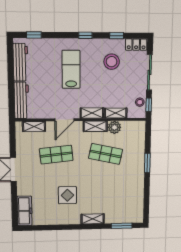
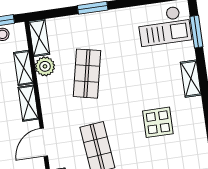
door: (64, 120) -> (44, 142), swing flipped
shelving: (95, 126) -> (39, 38), moved
checkout: (129, 206) -> (164, 26), added

